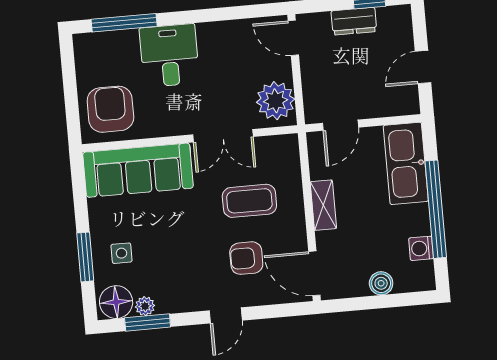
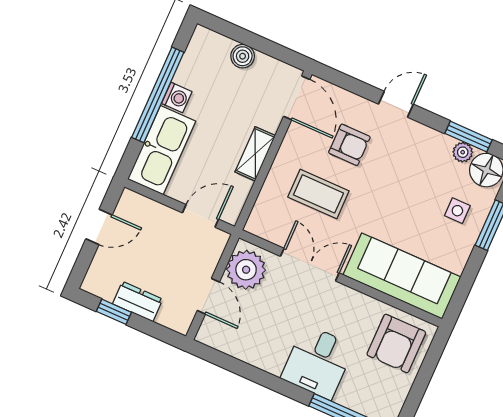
door: (293, 38) -> (208, 296), moved
washing machine: (421, 248) -> (177, 97), moved

